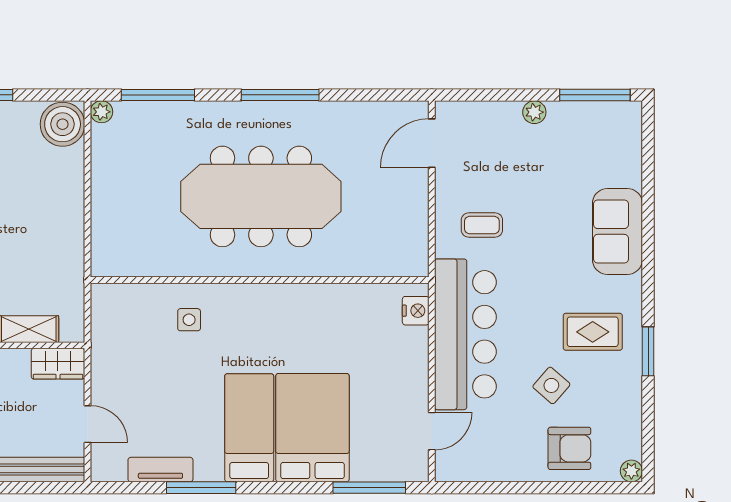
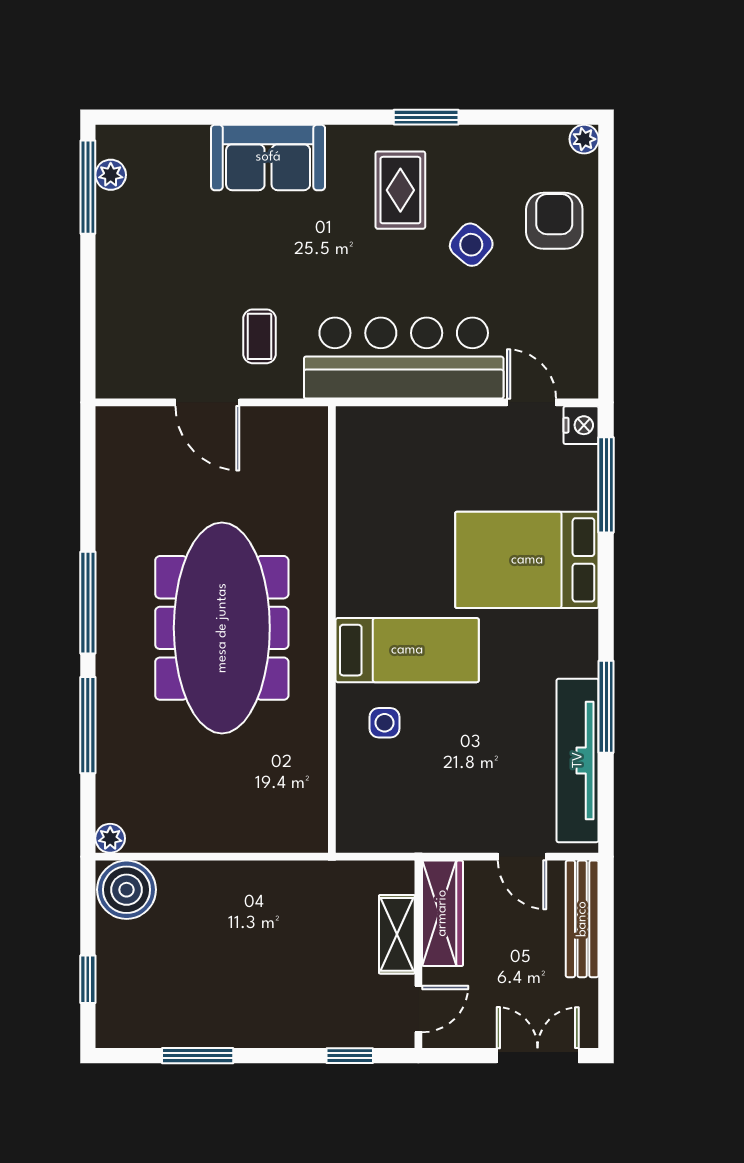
window: (158, 95) -> (88, 725), moved
plant: (534, 112) -> (111, 175), moved
door: (432, 143) -> (207, 402), moved
nightstand: (416, 311) -> (581, 425), moved, turned 90
wardrobe: (58, 364) -> (442, 913), width x1.50
door: (88, 424) -> (522, 857), swing flipped
bed: (249, 428) -> (407, 650), moved, turned 180
tv unit: (160, 470) -> (578, 760), width x1.92, depth x1.29

